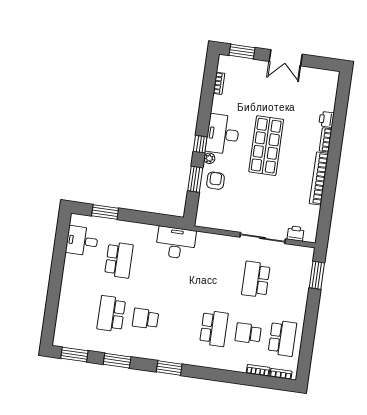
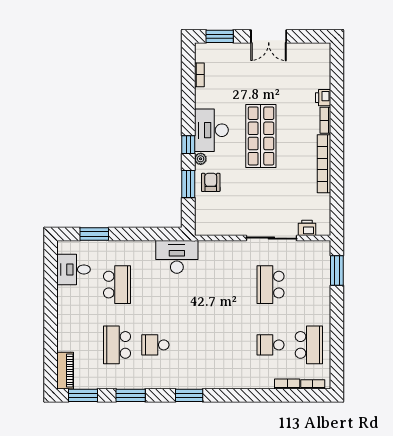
school desk: (214, 328) -> (232, 345), removed
piano: (62, 330) -> (65, 371), added

